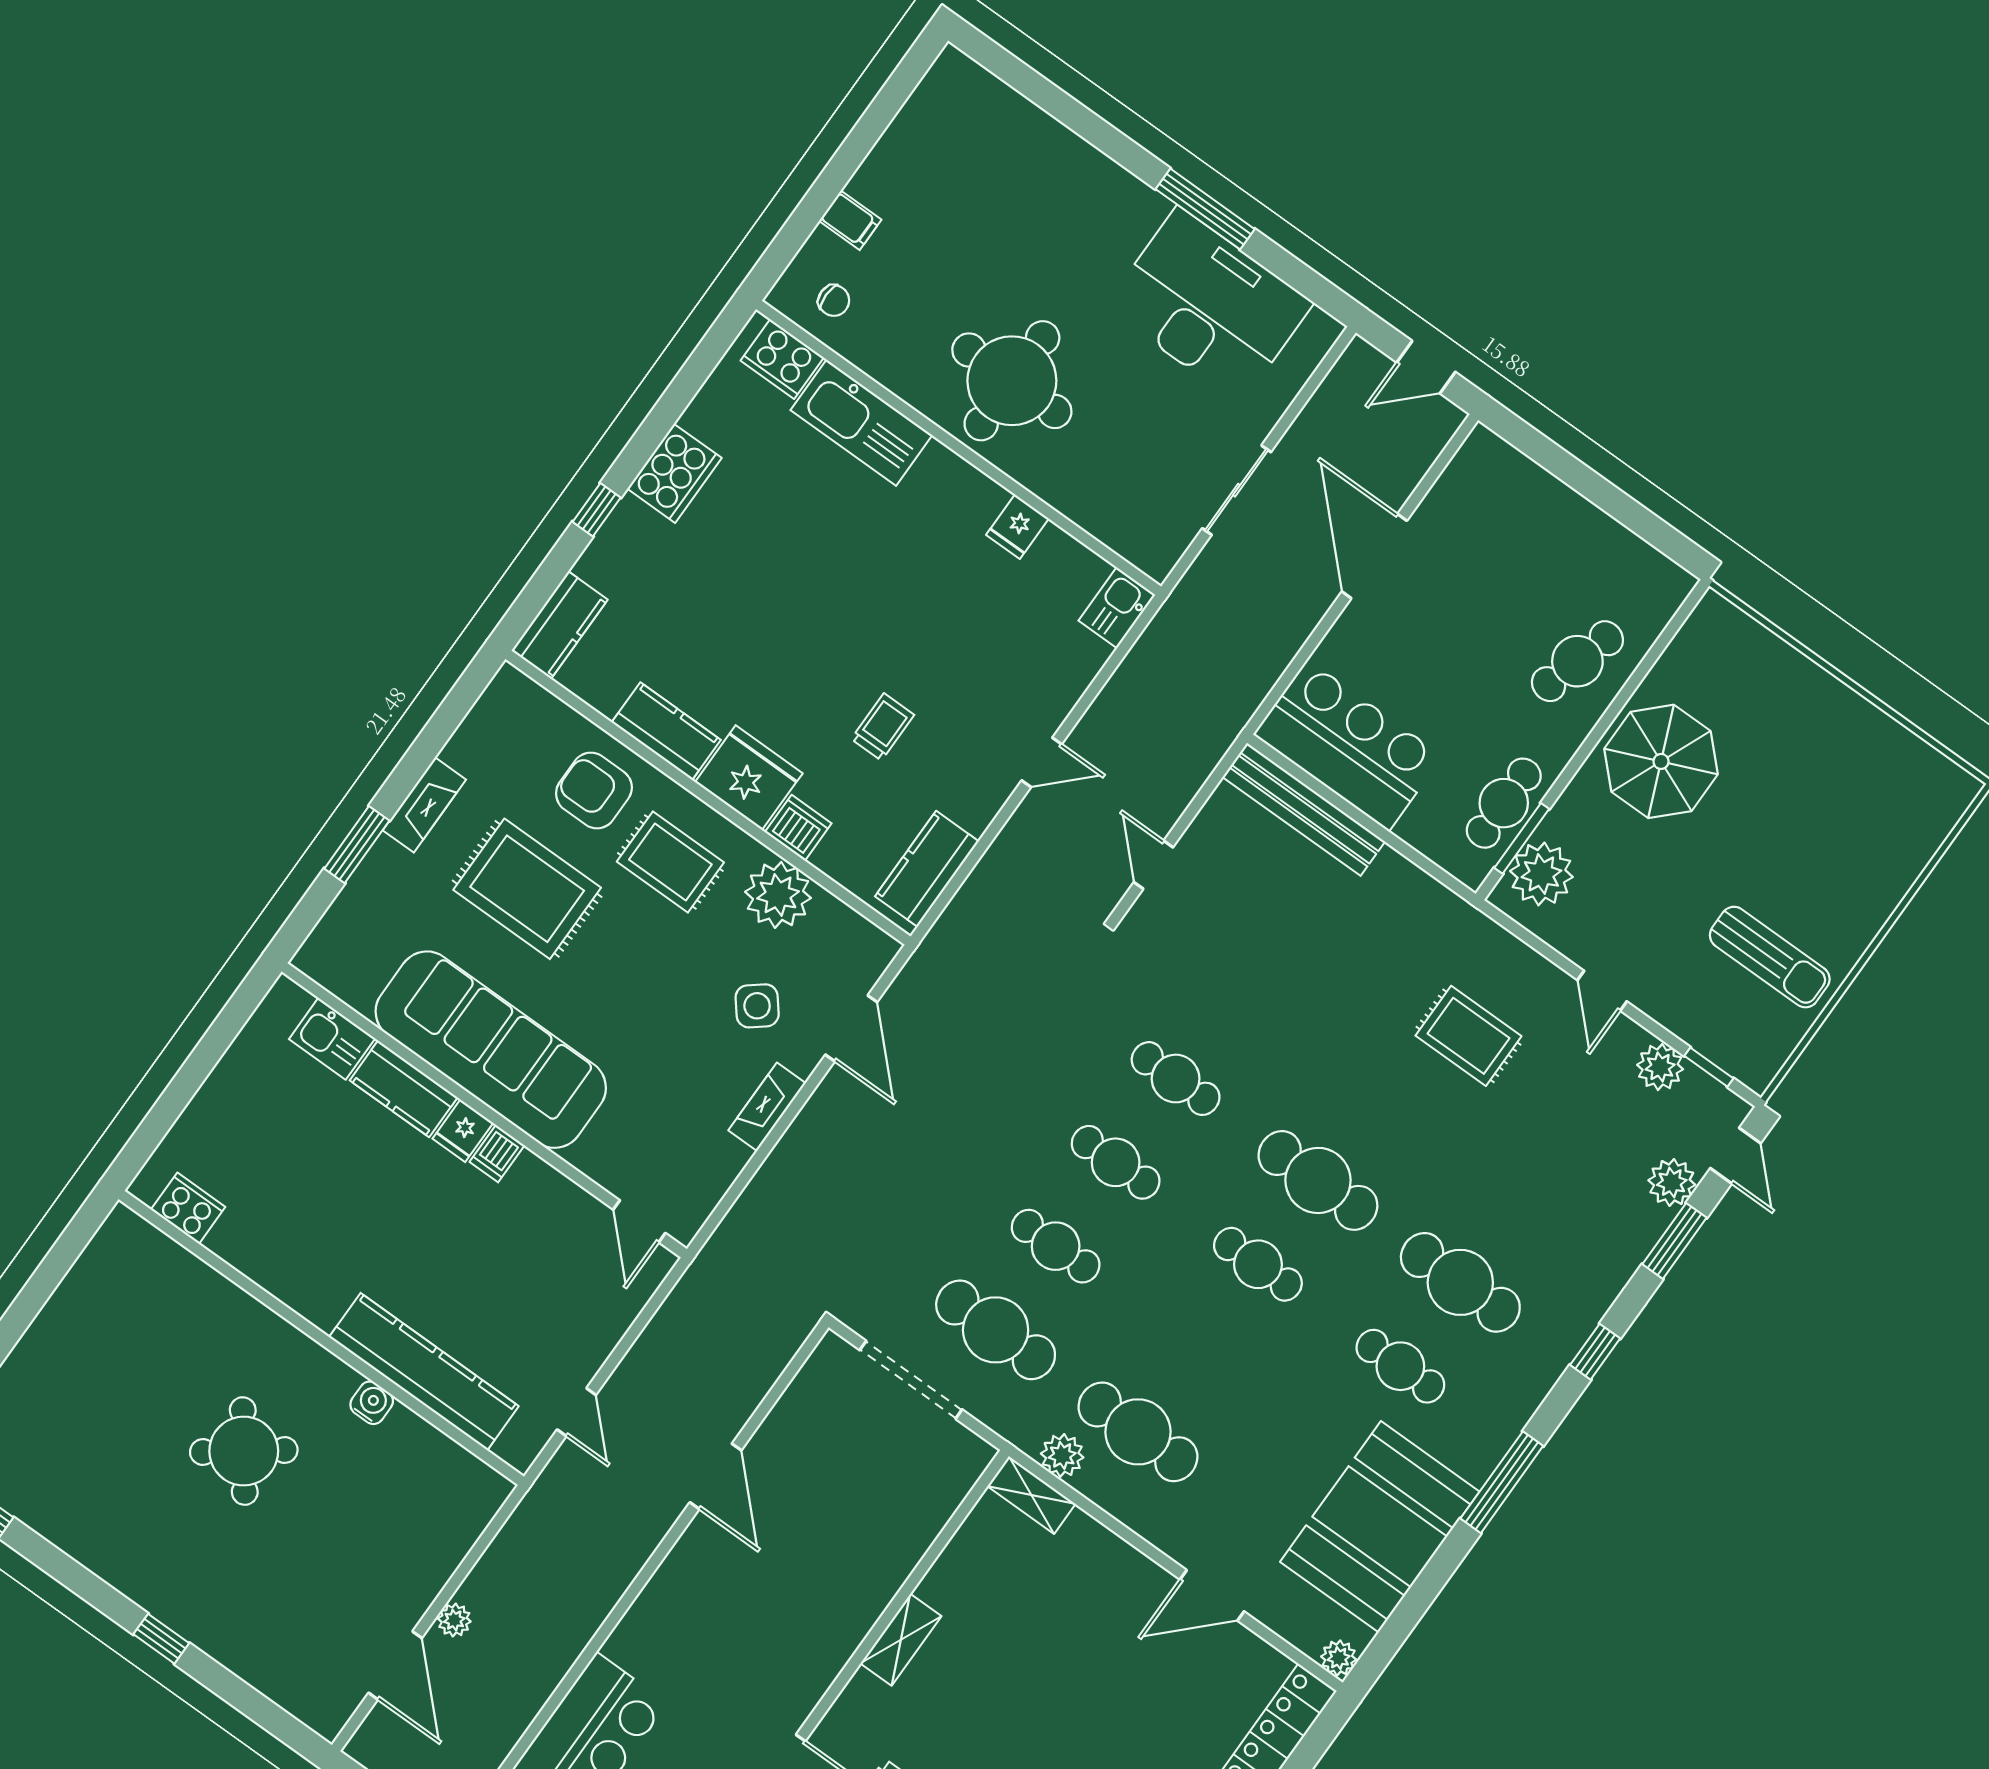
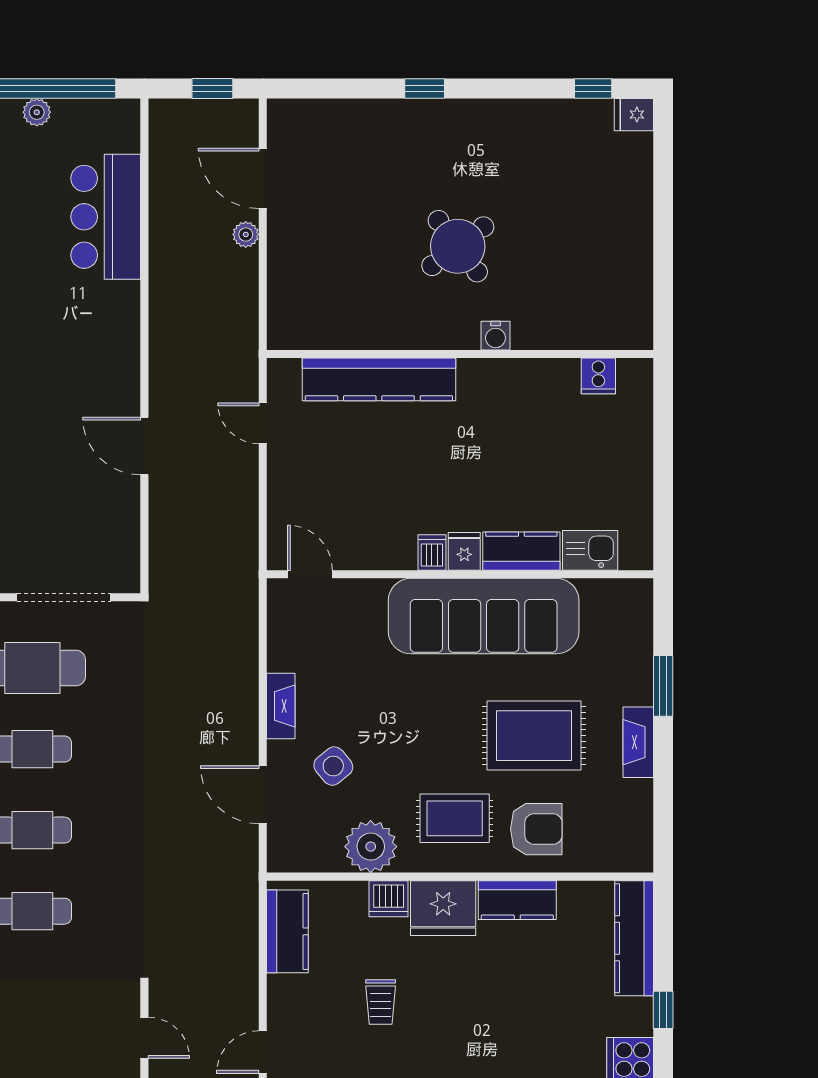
kitchen counter: (559, 625) -> (634, 938), width x1.50
cooker: (188, 1208) -> (598, 376), width x0.73
water cooler: (372, 1403) -> (496, 336), moved

